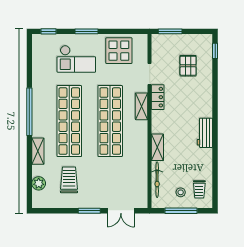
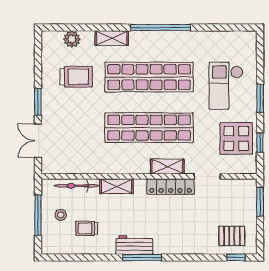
window: (49, 31) -> (260, 143), moved
pallet: (188, 66) -> (232, 236), moved
locker: (158, 97) -> (171, 187), width x1.53
window: (215, 127) -> (142, 257), added
trolley: (199, 189) -> (87, 228), moved

